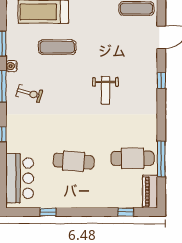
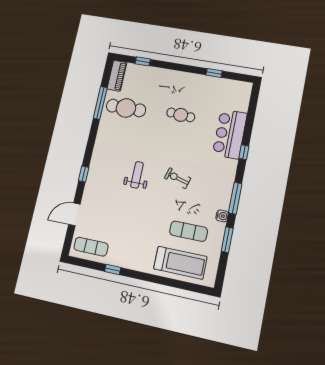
exercise mat: (57, 47) -> (189, 231), moved
exercise bike: (29, 93) -> (178, 178), moved
cafe table: (74, 161) -> (181, 115), width x0.73, depth x0.74
bar counter: (20, 178) -> (230, 134), moved

